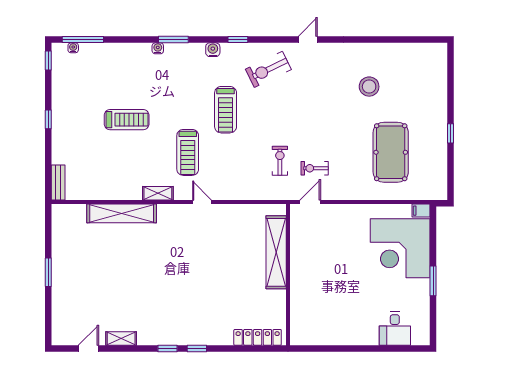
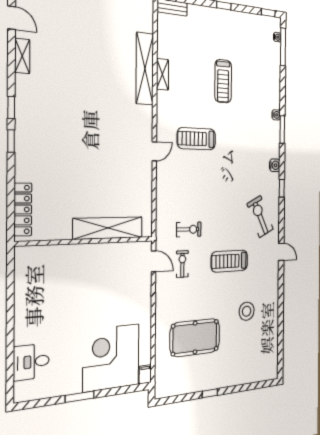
treadmill: (226, 110) -> (229, 261), moved
shelving: (158, 193) -> (162, 74), moved

